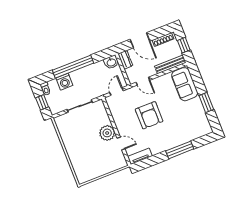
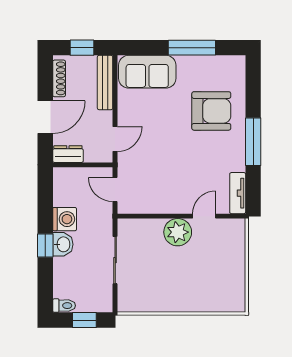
washbasin: (111, 62) -> (63, 244), moved
window: (73, 67) -> (45, 246), width x0.32
washing machine: (64, 82) -> (65, 219), moved
window: (206, 102) -> (192, 48), width x1.44
armchair: (149, 115) -> (211, 111), moved
window: (180, 150) -> (253, 142), moved

